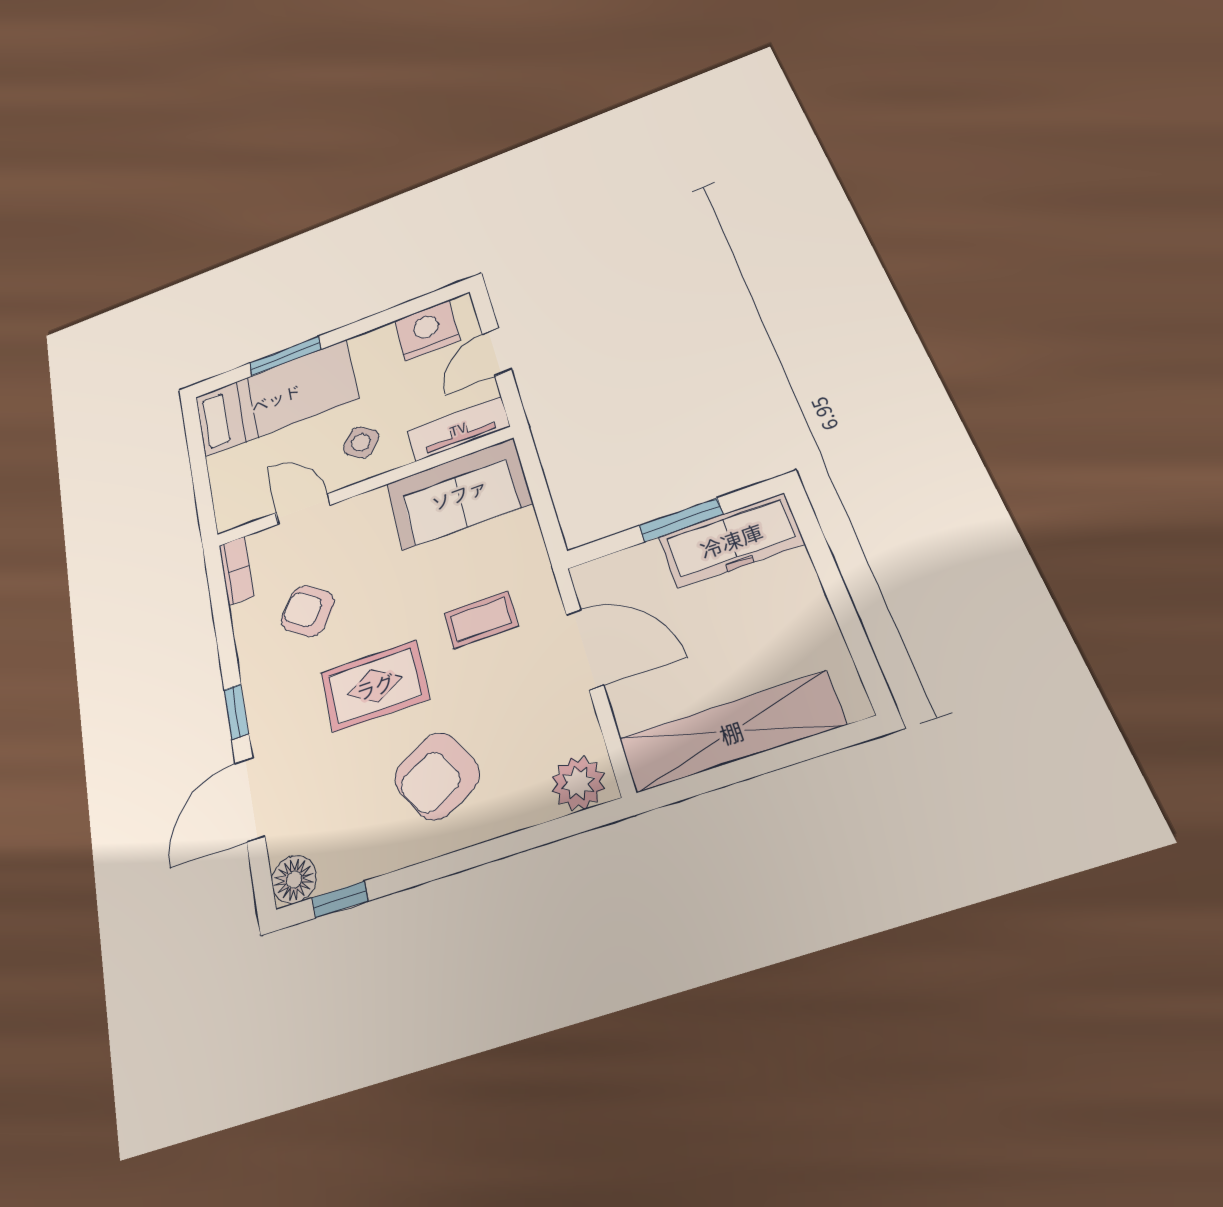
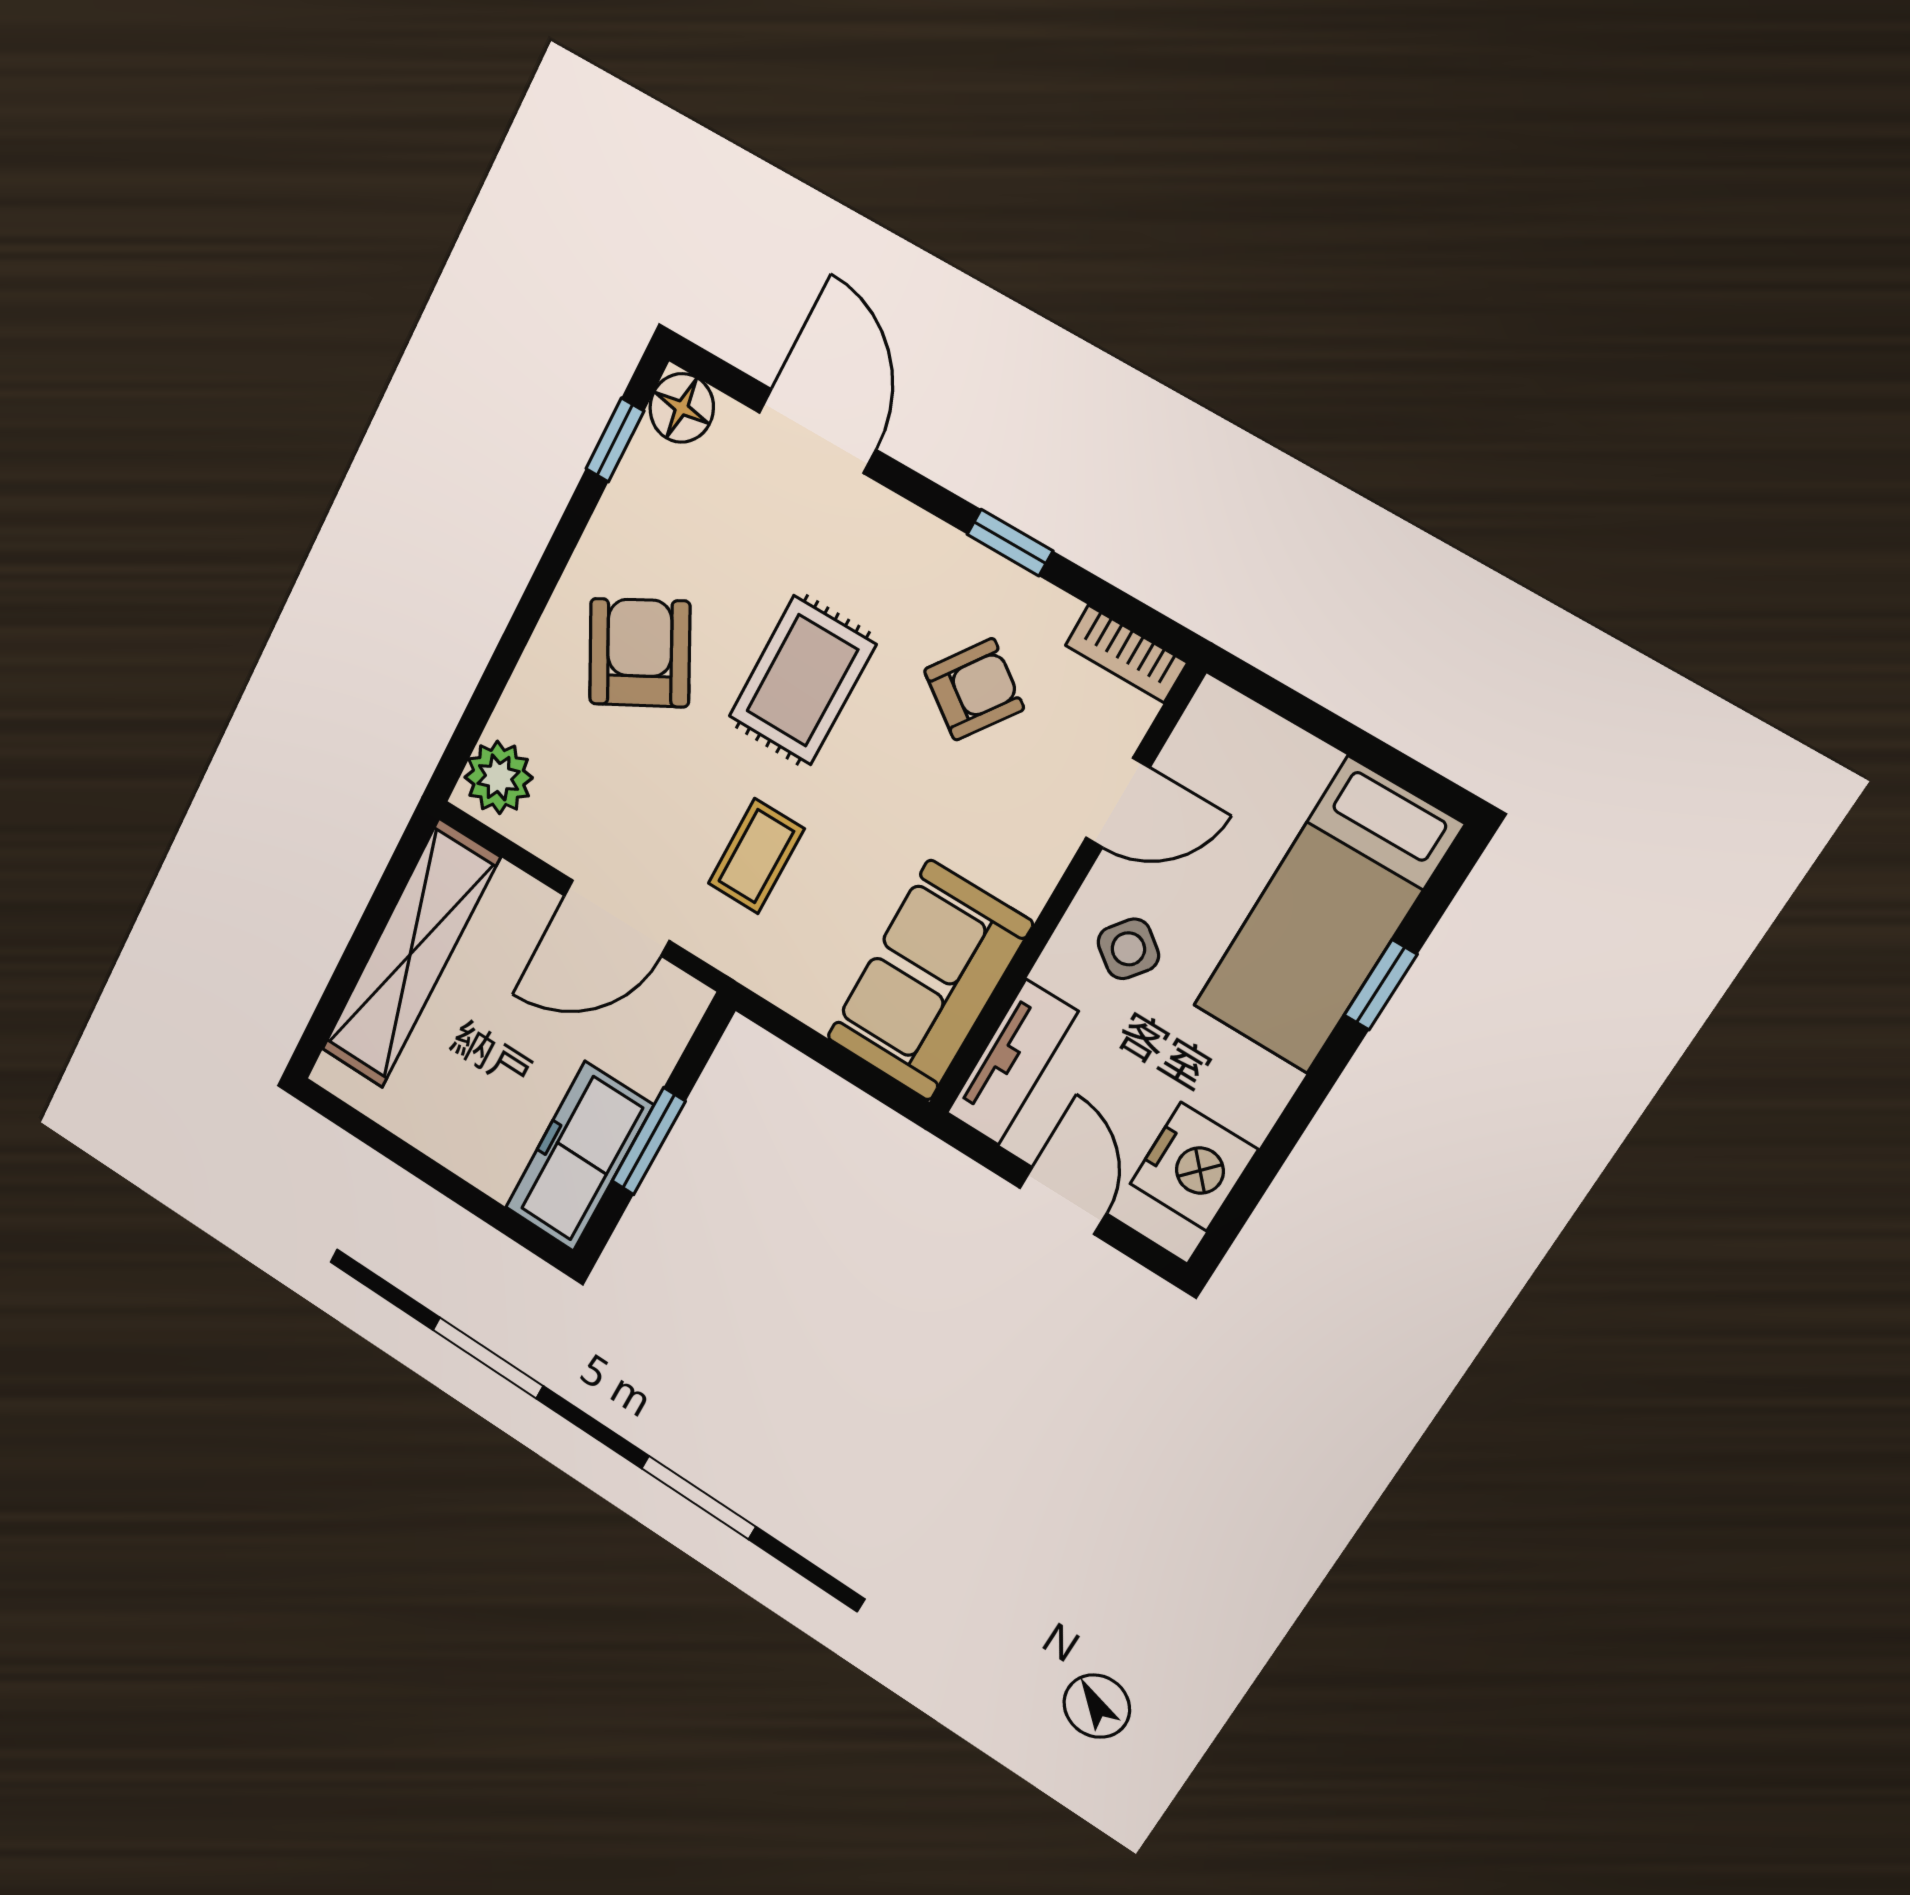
window: (285, 356) -> (1381, 985), width x0.67
window: (236, 712) -> (1010, 543), moved

